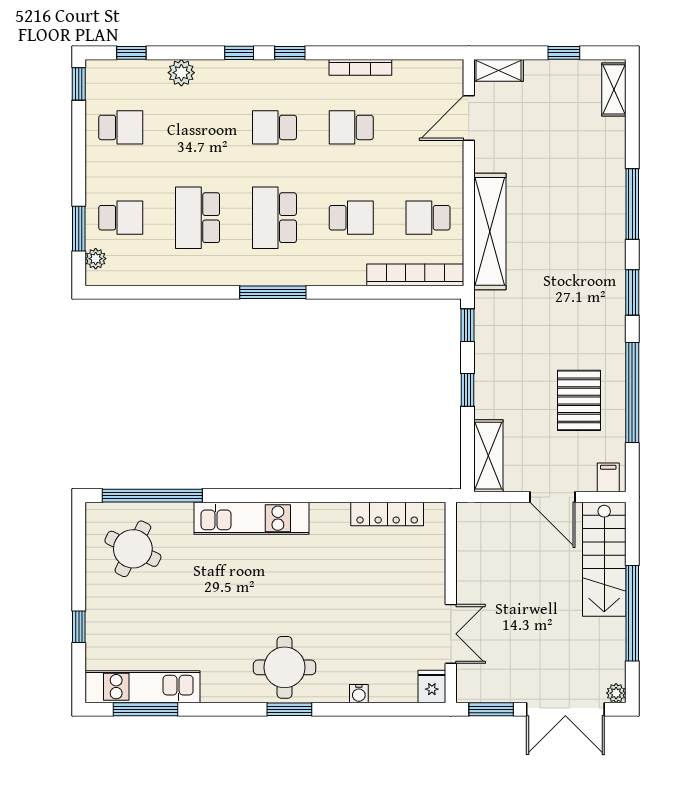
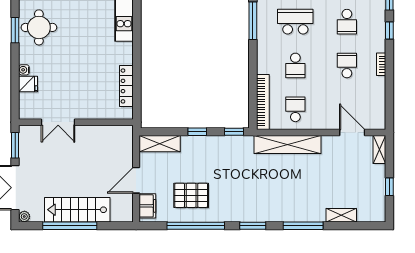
bookcase: (360, 67) -> (381, 64), width x0.64
shelving: (614, 89) -> (341, 215), moved
school desk: (274, 127) -> (347, 22), turned 180
filing cabinet: (608, 477) -> (147, 206), width x2.00
stairs: (604, 559) -> (77, 210), moved
fridge: (432, 686) -> (28, 84), moved

